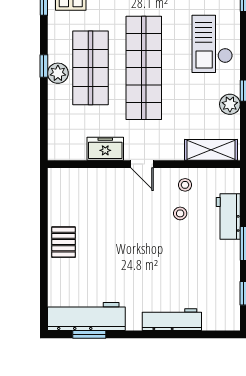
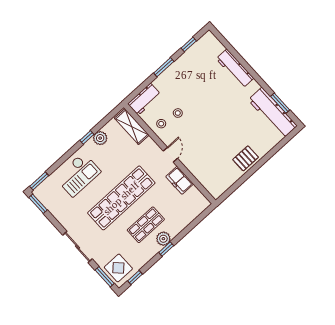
shop shelf: (90, 68) -> (146, 225), width x0.70, depth x0.74
workbench: (228, 217) -> (144, 99), moved

